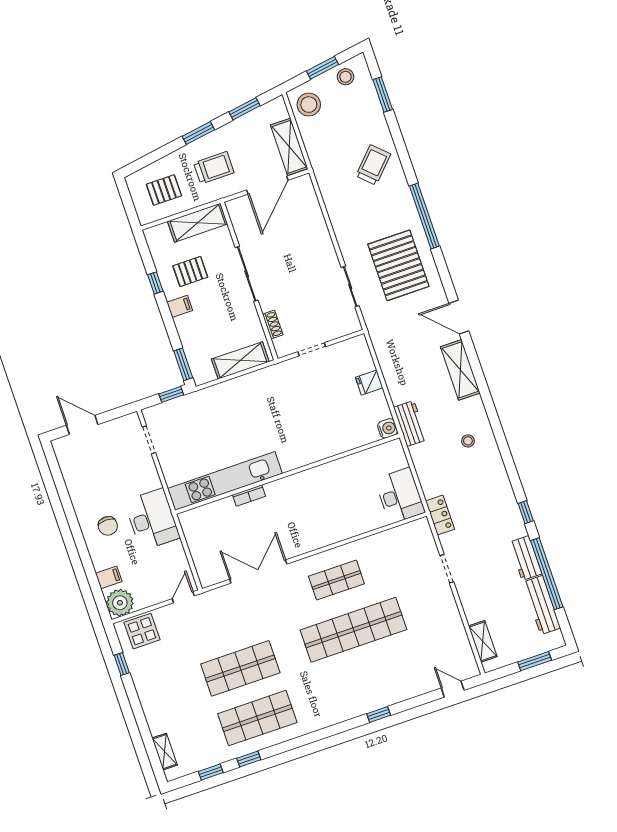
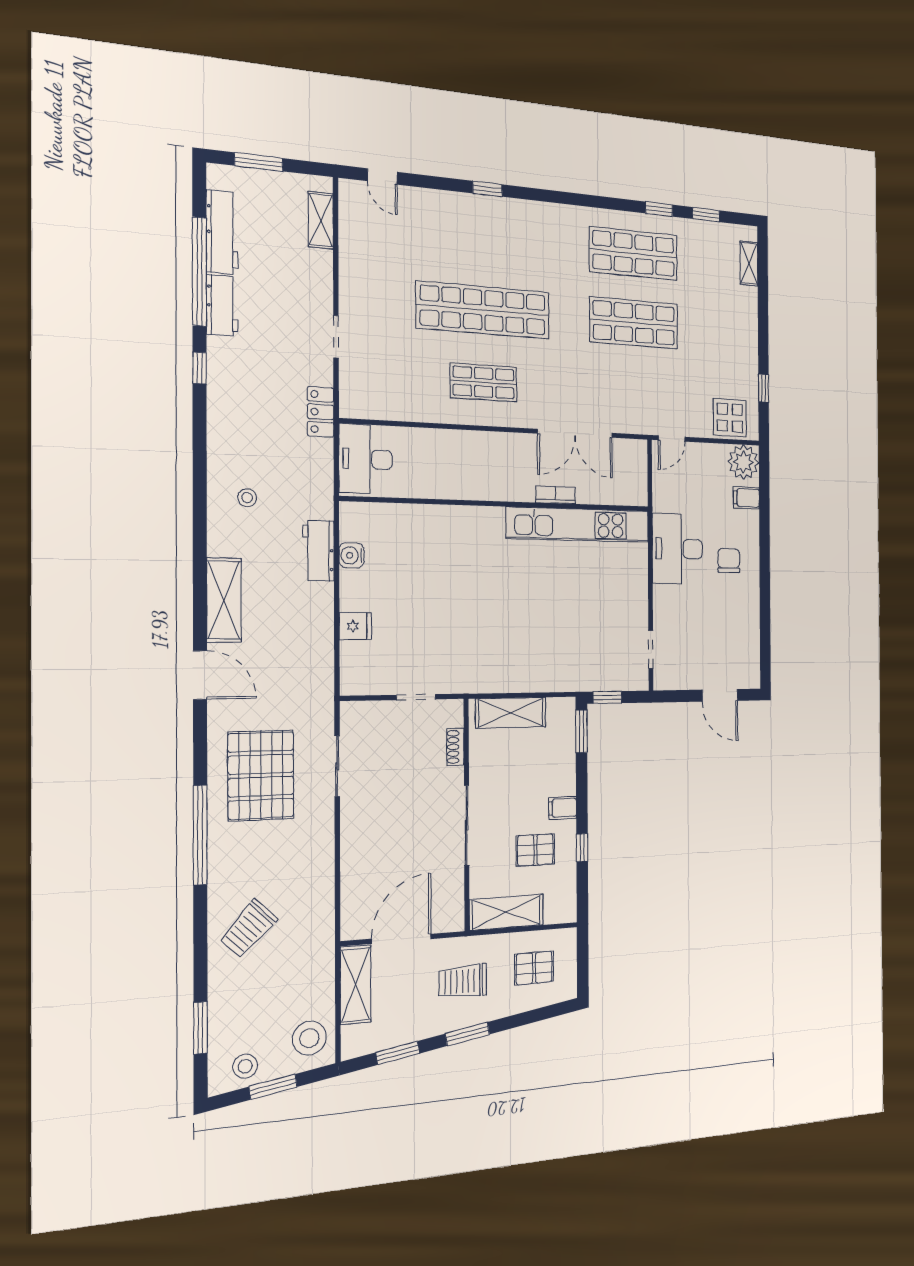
wall: (287, 474) -> (500, 504), moved
kitchen unit: (225, 481) -> (578, 525), moved
bookcase: (249, 495) -> (555, 495), moved

